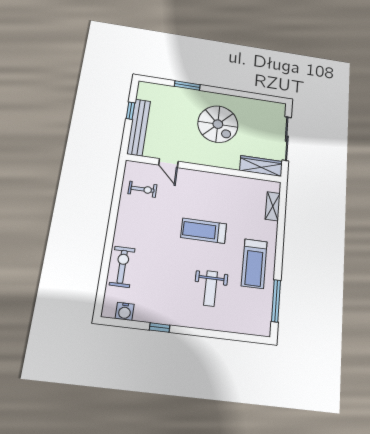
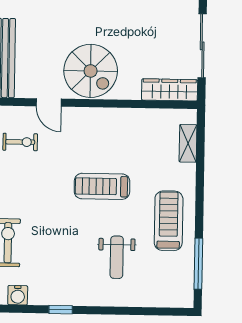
spiral stairs: (218, 124) -> (91, 71), moved
treadmill: (254, 264) -> (169, 221), turned 180

